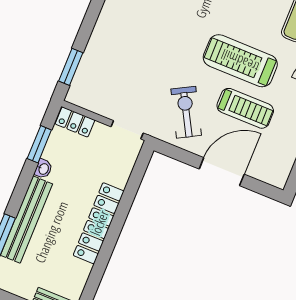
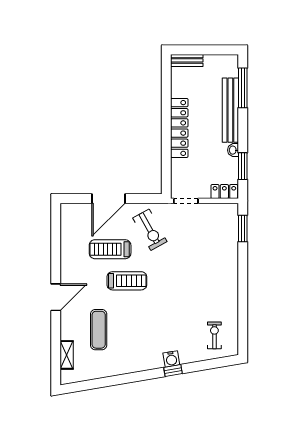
treadmill: (240, 61) -> (127, 281), width x0.73, depth x0.73

